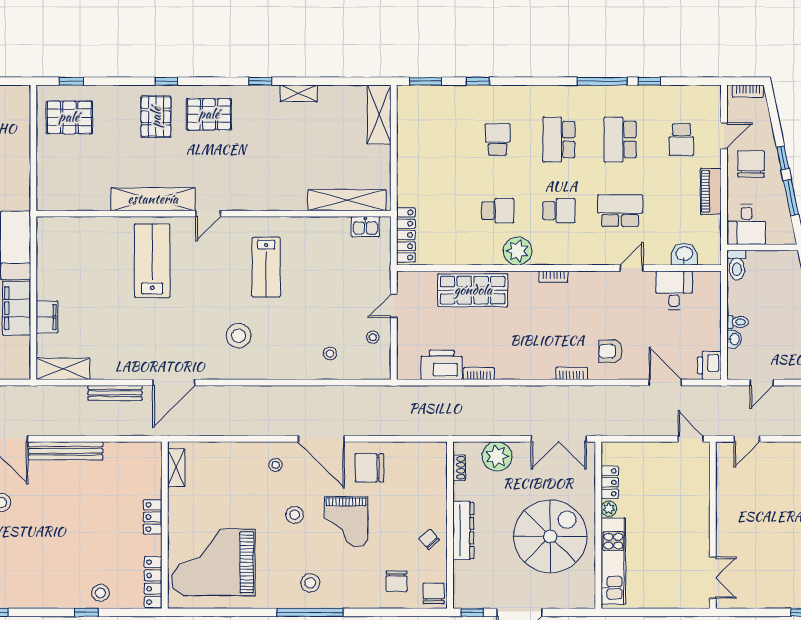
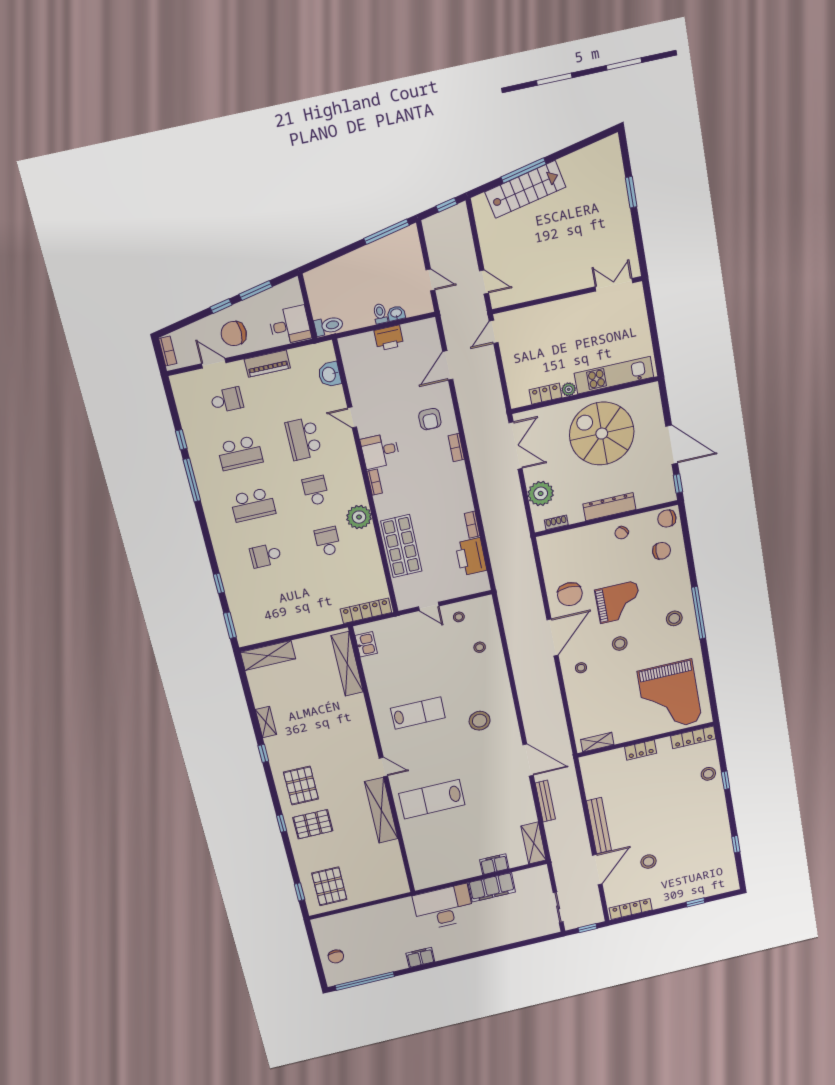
desk: (674, 290) -> (380, 451), moved
printer: (709, 365) -> (389, 338), moved

